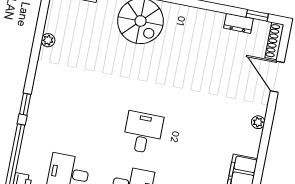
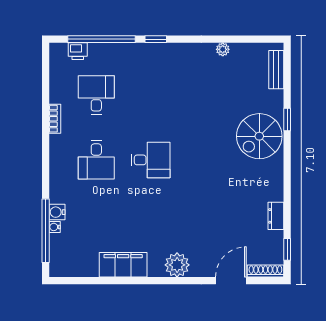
dresser: (239, 23) -> (276, 216), moved
plant: (258, 122) -> (177, 265), width x1.88, depth x1.88

